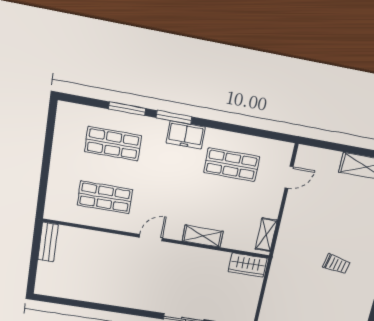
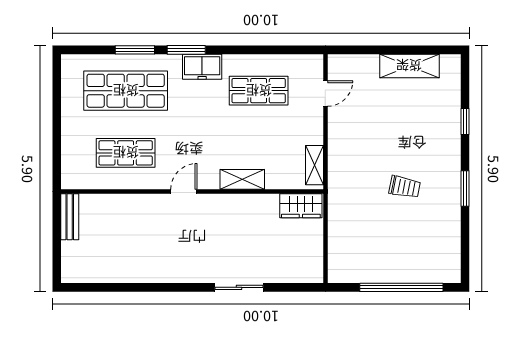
shop shelf: (113, 144) -> (126, 91), width x1.43, depth x1.36

